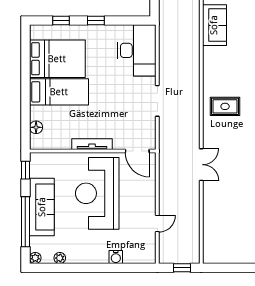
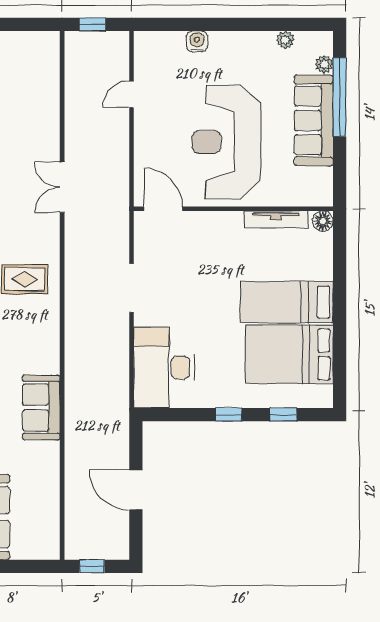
floor lamp: (36, 127) -> (323, 221), moved
tv unit: (92, 144) -> (276, 219), moved
window: (25, 170) -> (340, 179), removed
reception desk: (97, 193) -> (226, 142), turned 180
plant: (35, 258) -> (324, 64), moved

